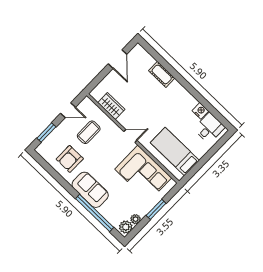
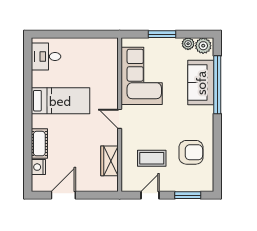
door: (68, 110) -> (150, 195), hinge flipped
nightstand: (200, 111) -> (38, 167), moved
bed: (175, 151) -> (60, 101), moved, turned -90
sofa: (90, 190) -> (201, 83), moved

